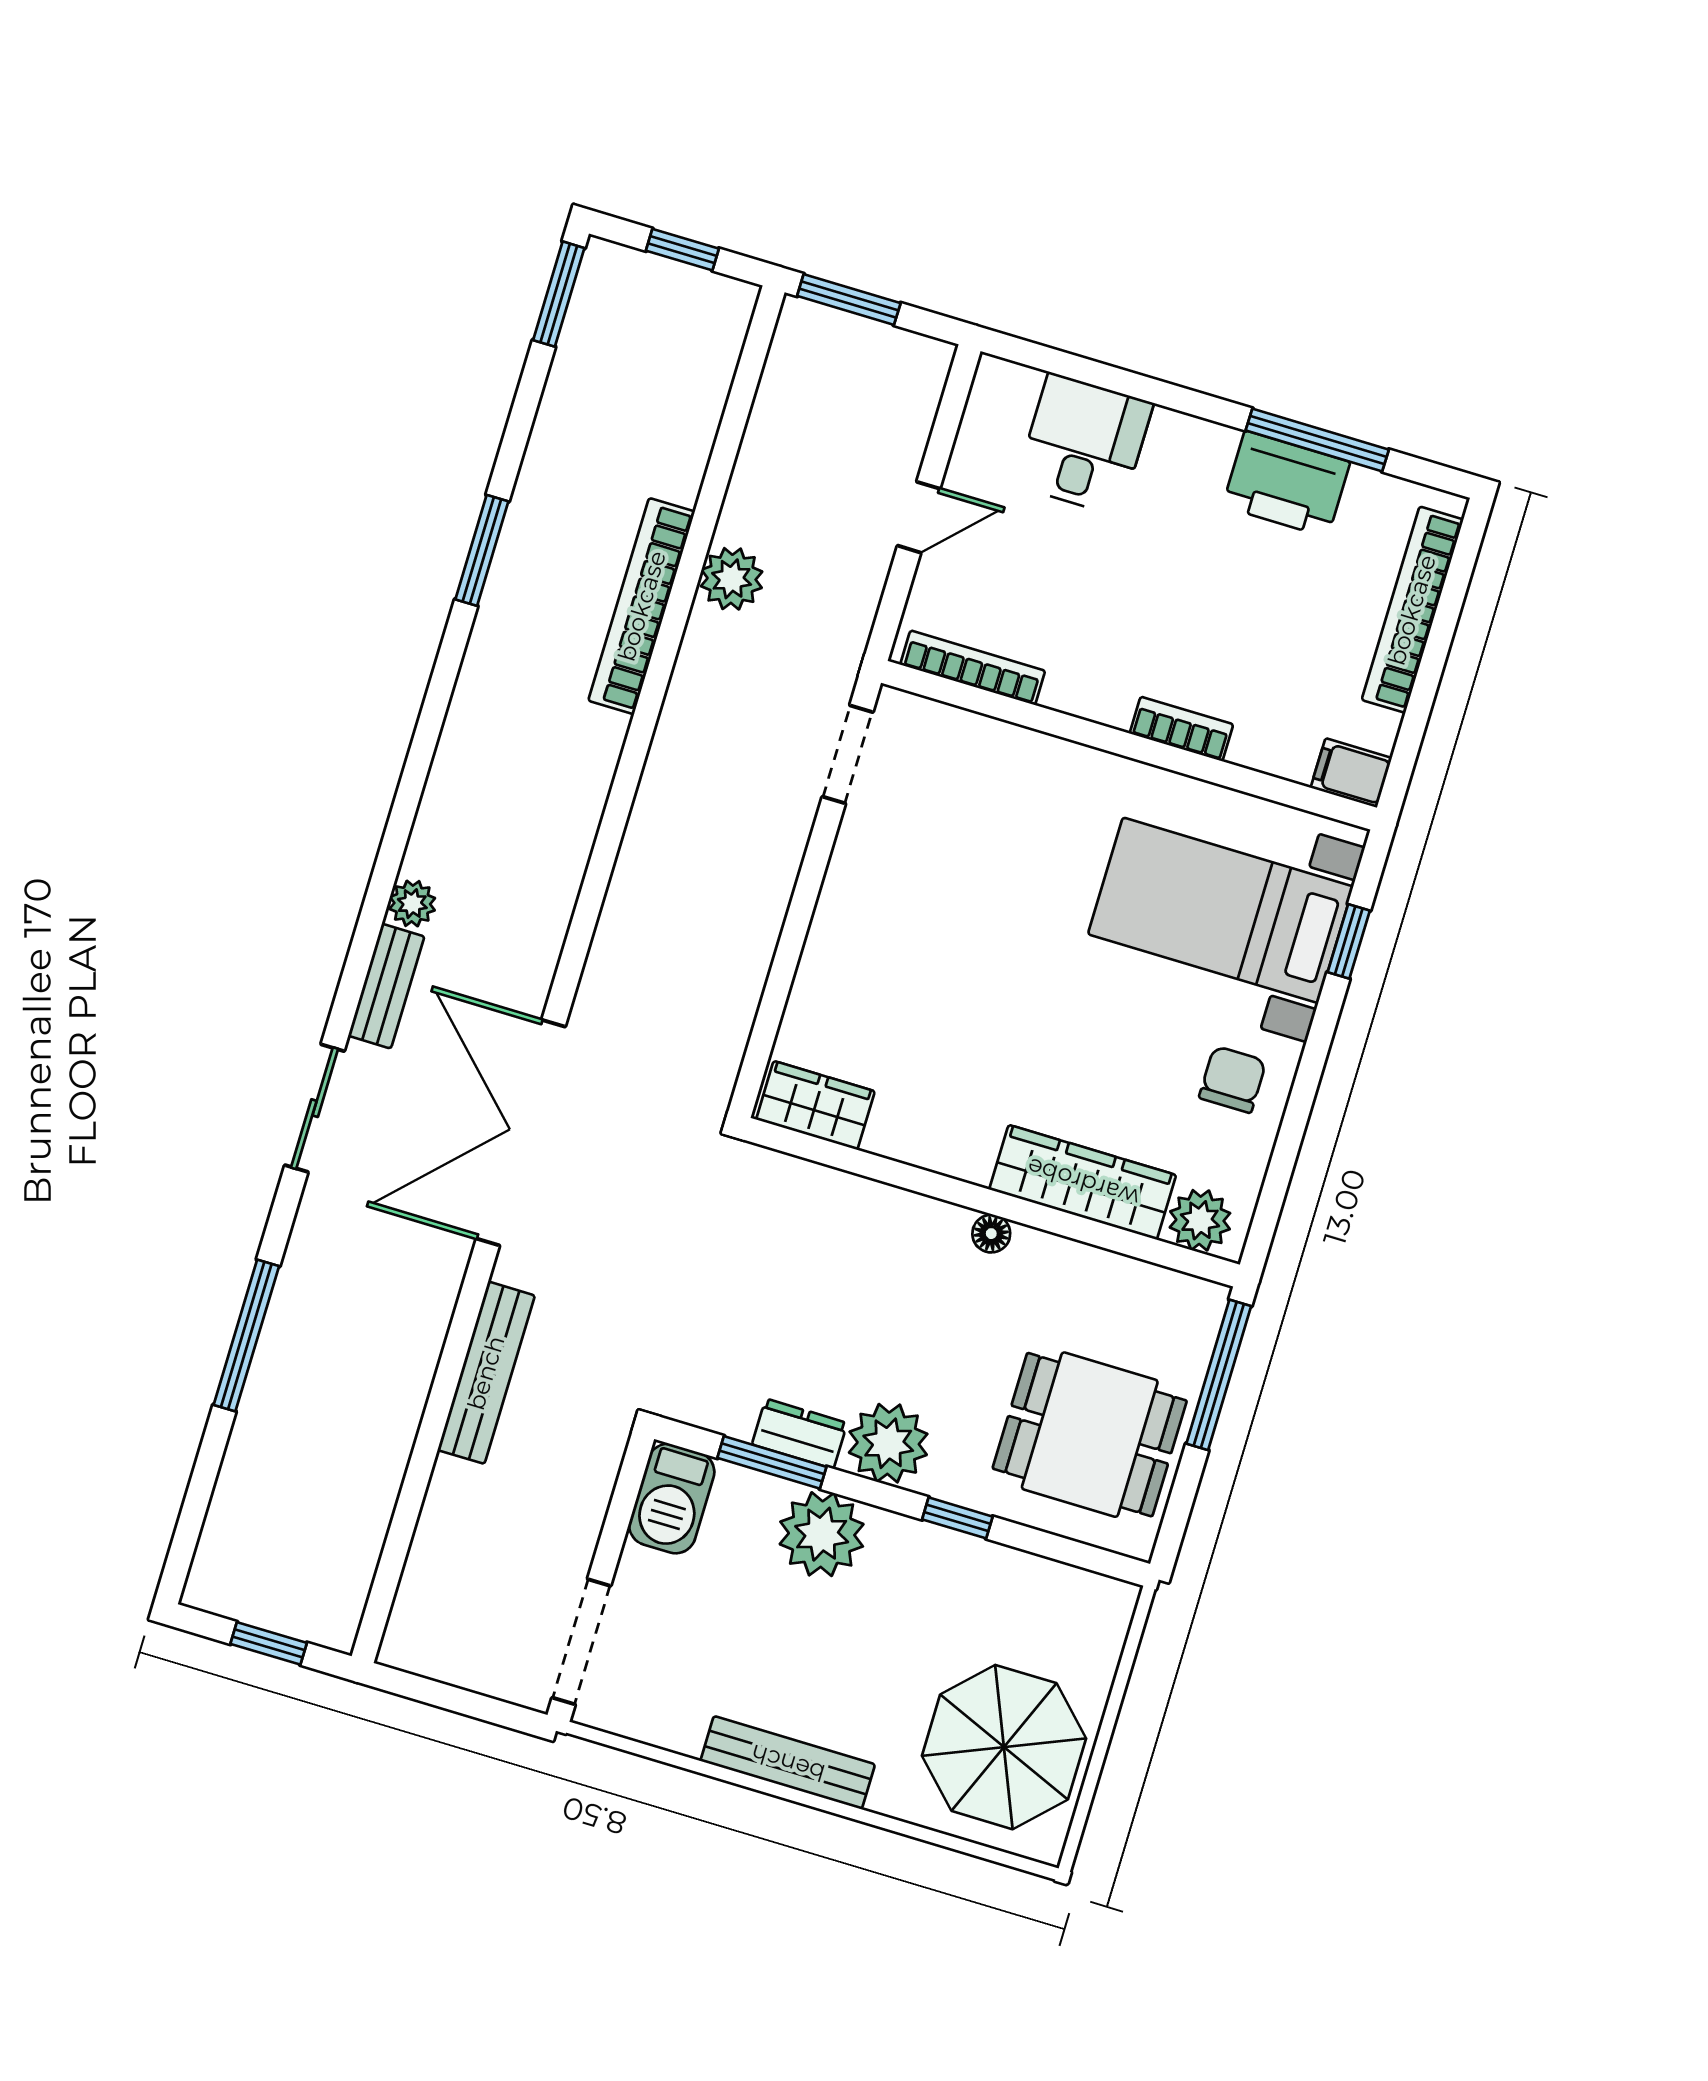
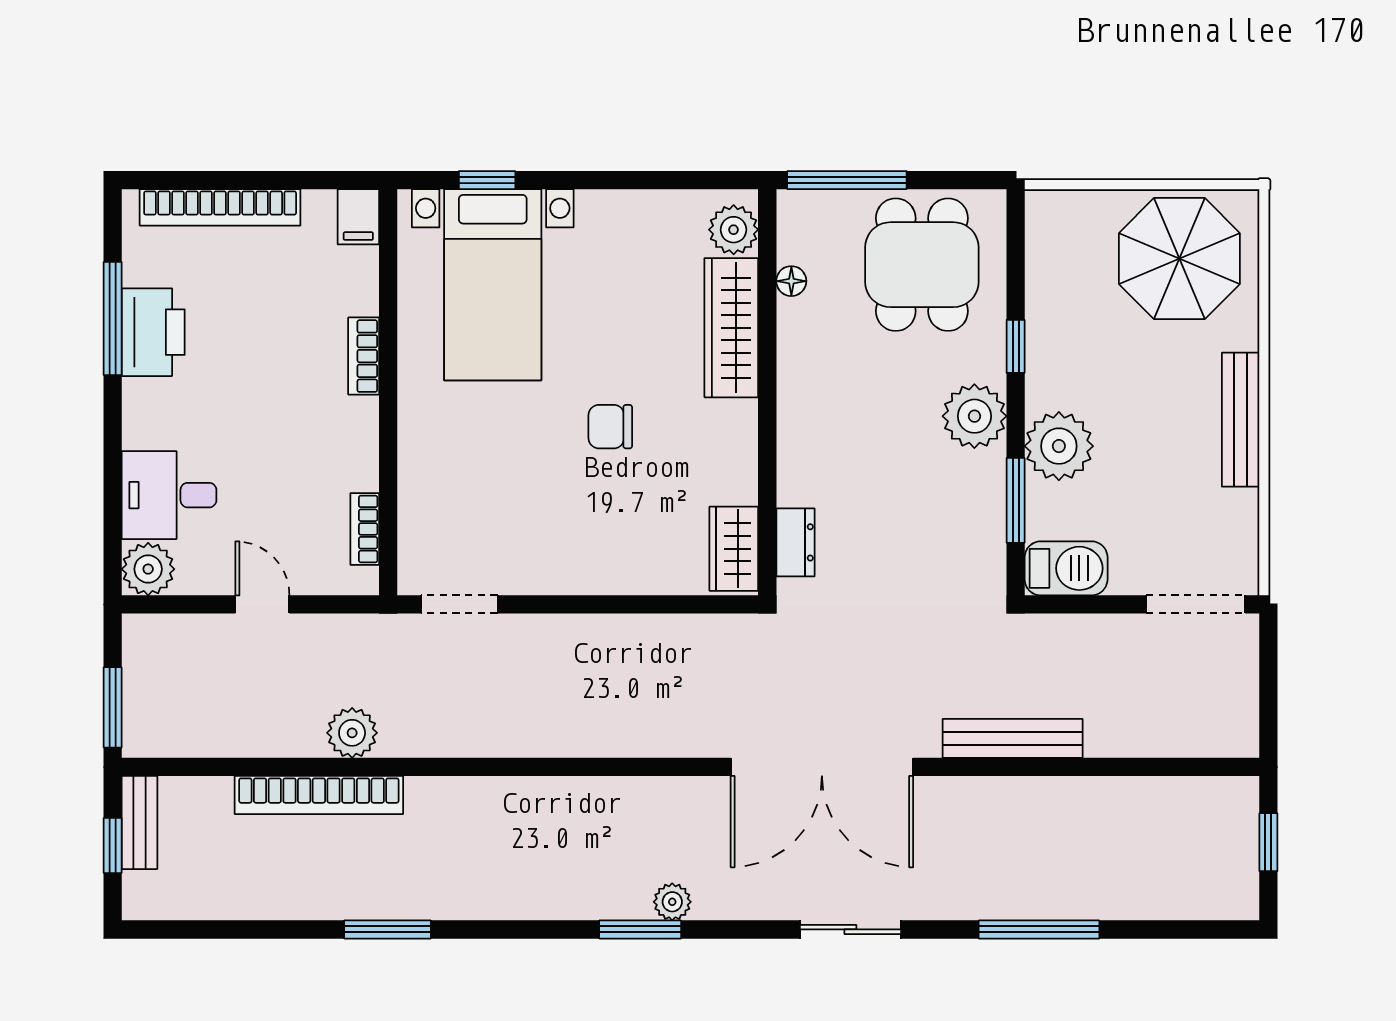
window: (559, 294) -> (640, 929), moved
plant: (1003, 392) -> (148, 569), added
bookcase: (642, 606) -> (319, 795), moved
bookcase: (973, 668) -> (365, 529), width x0.64
bench: (386, 986) -> (139, 823), moved, turned 90
chair: (1233, 1079) -> (610, 427), moved
floor lamp: (991, 1234) -> (791, 281), moved
dresser: (800, 1434) -> (795, 542), moved, turned 180

